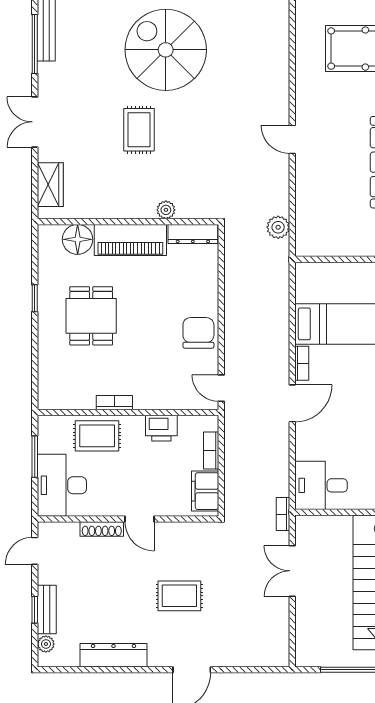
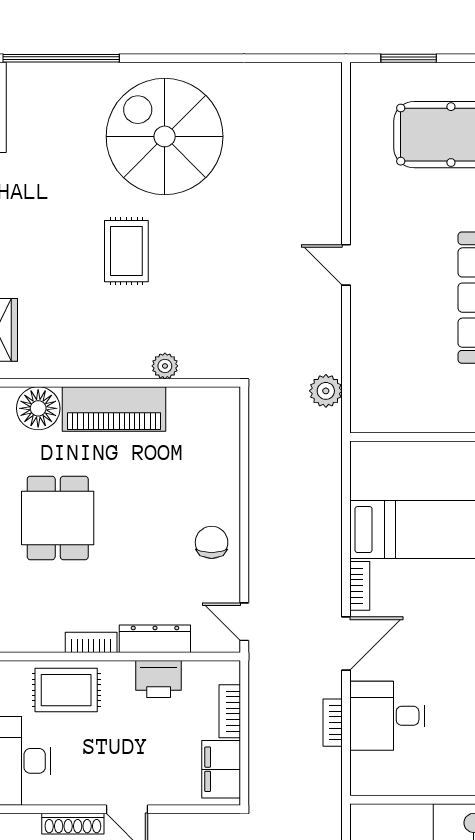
dresser: (193, 234) -> (155, 639), moved, turned 180
chair: (198, 333) -> (212, 542), width x0.73, depth x0.73
desk: (321, 485) -> (387, 716), moved
bookcase: (283, 514) -> (333, 723), moved

